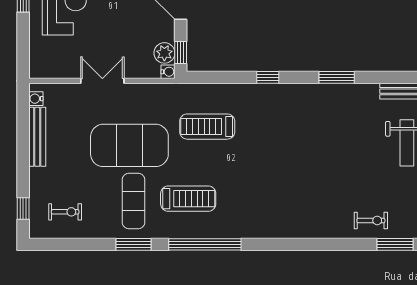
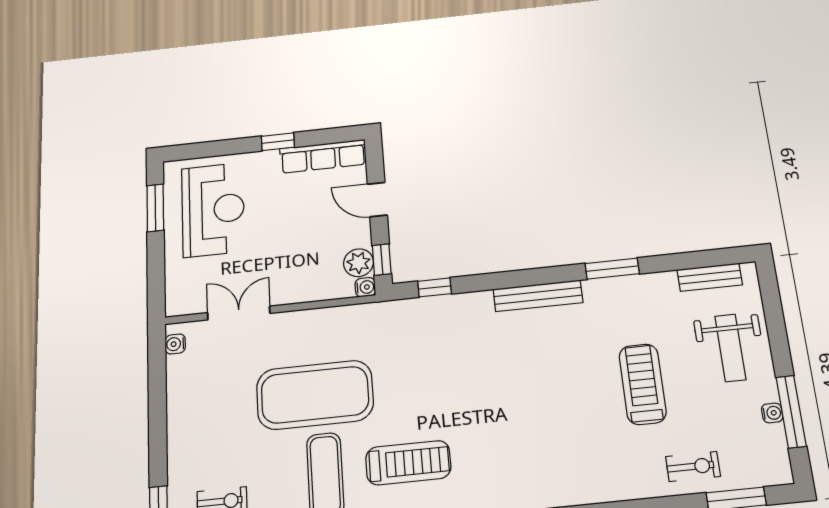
window: (268, 77) -> (435, 287), moved
double door: (102, 81) -> (239, 313), moved
treadmill: (207, 127) -> (643, 384), moved, turned 90
bench: (37, 137) -> (538, 296), moved, turned 90

